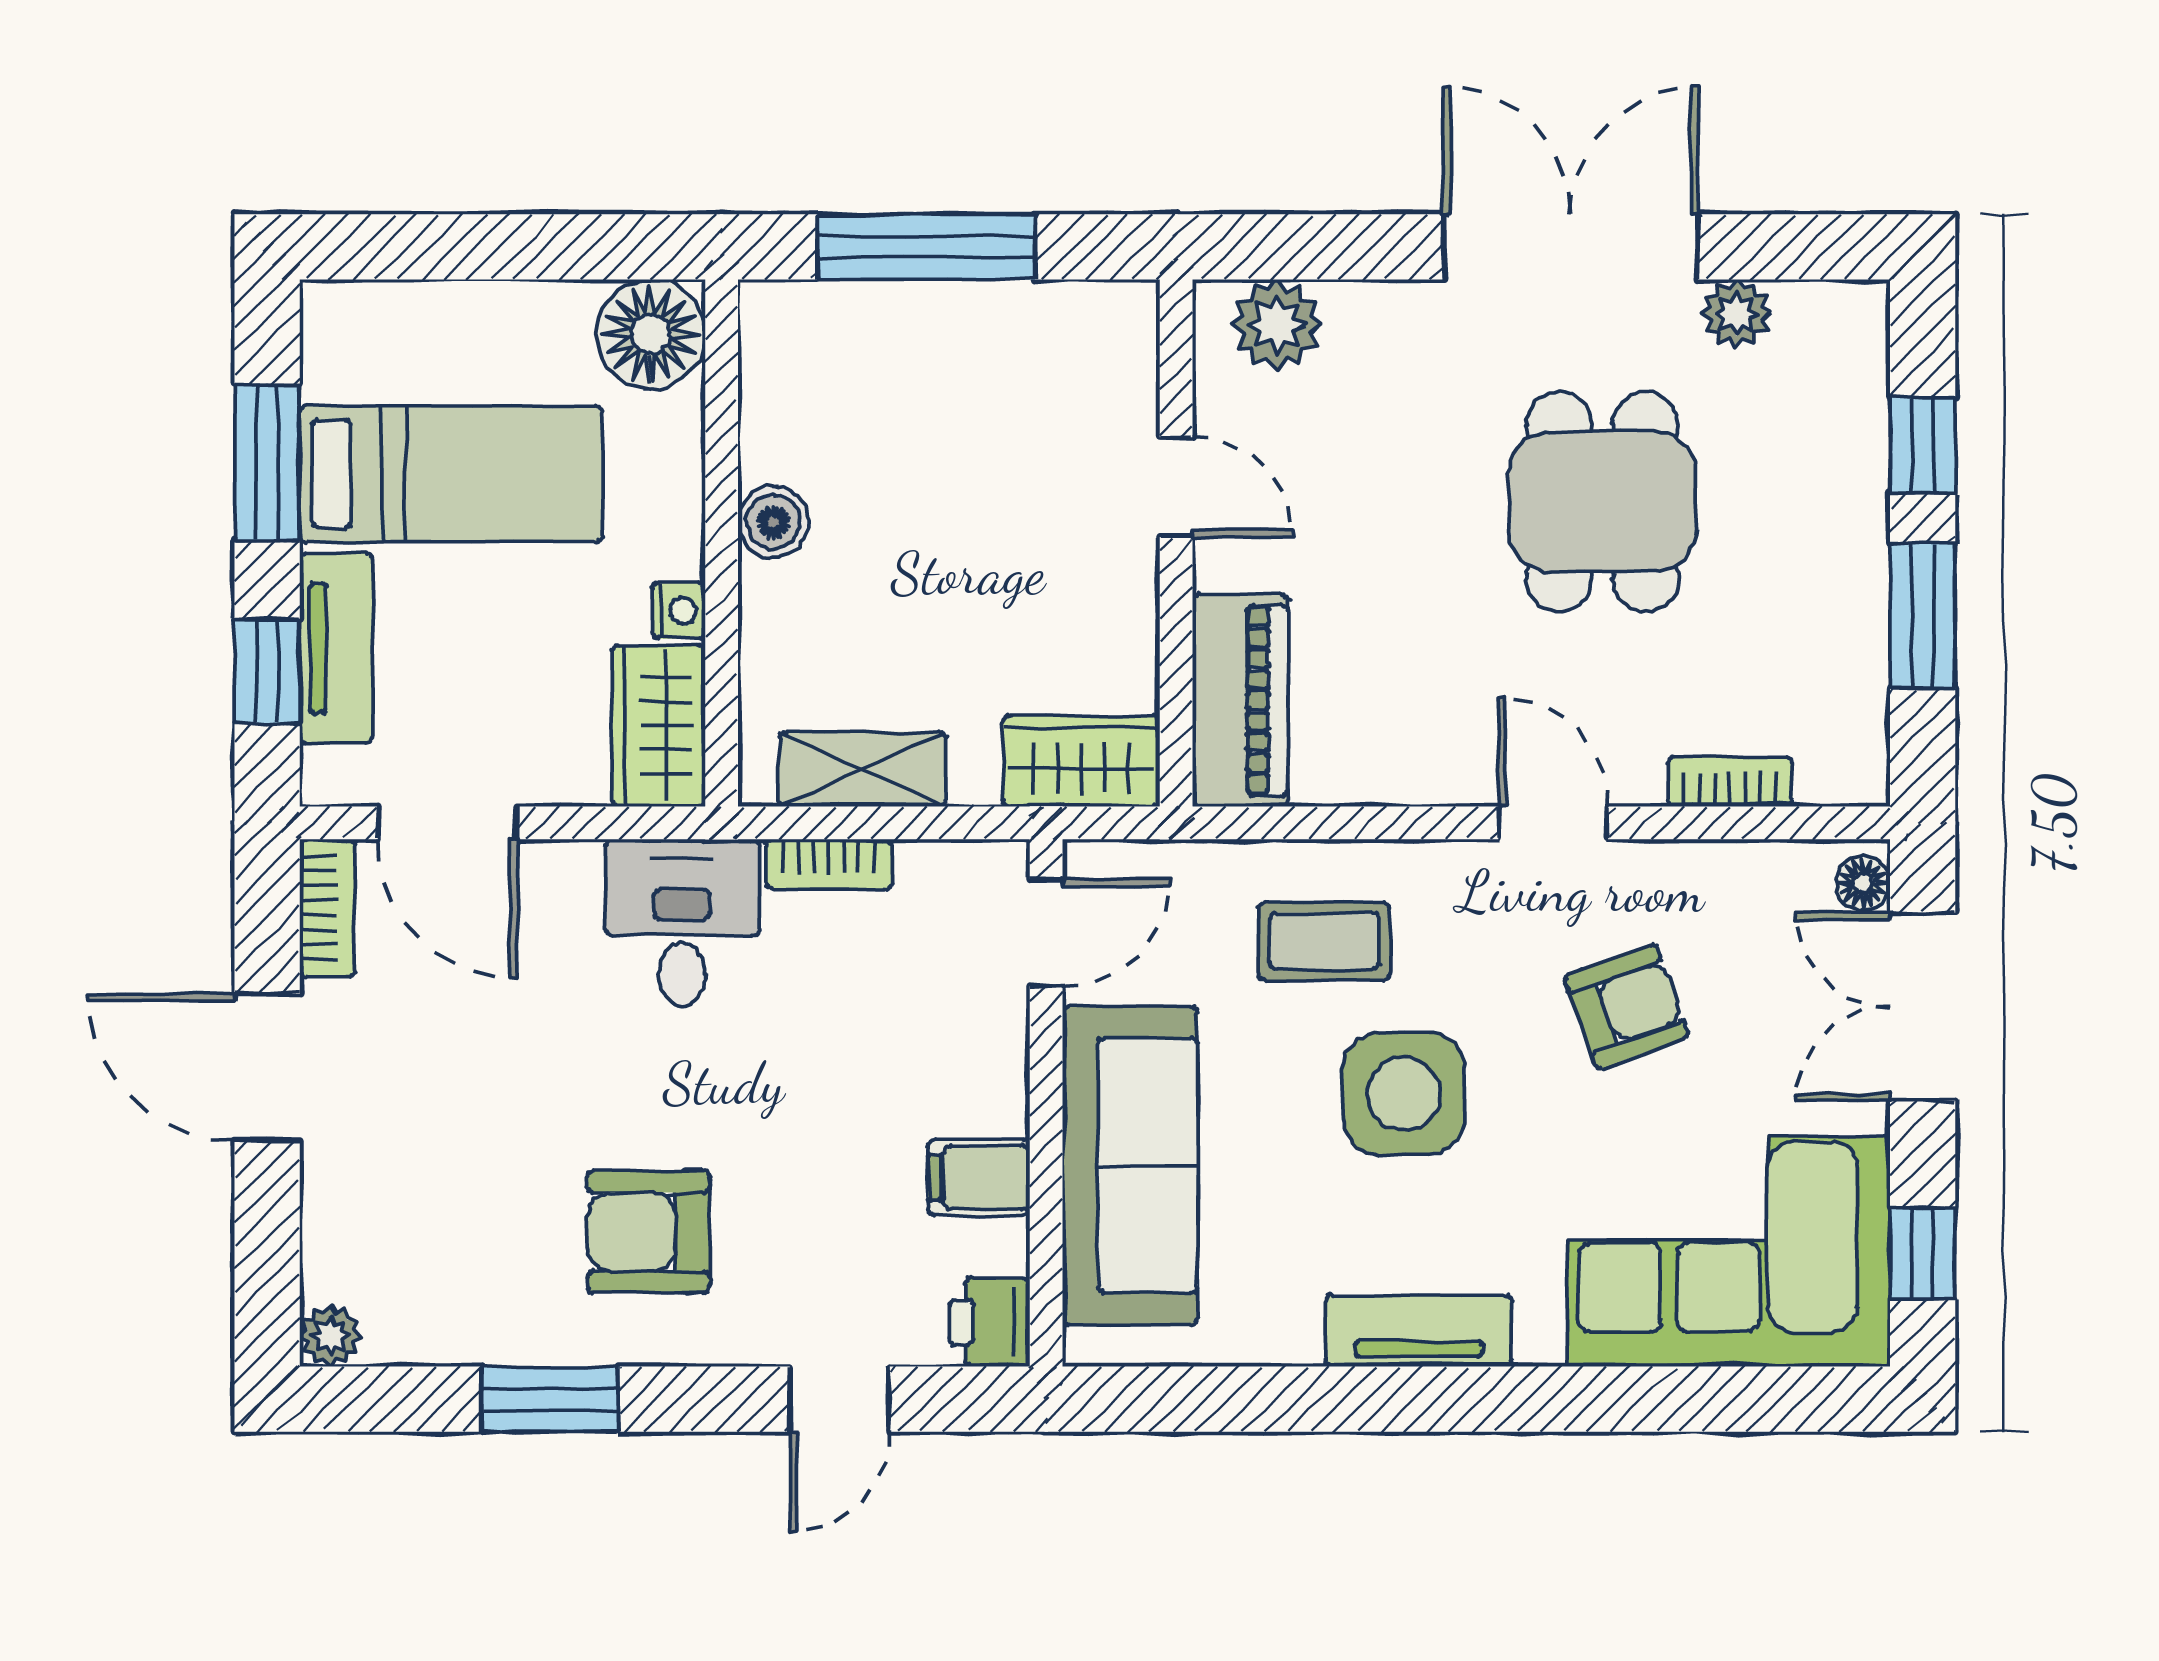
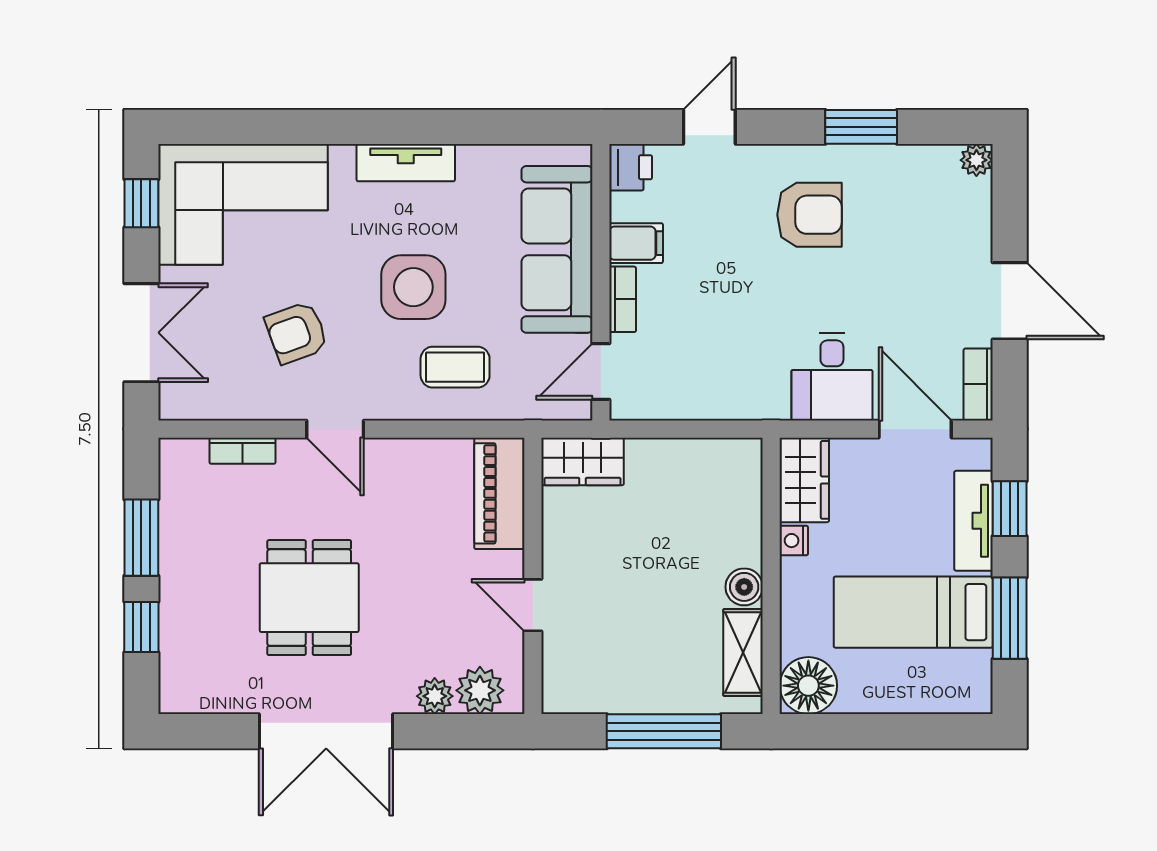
plant: (1736, 314) -> (435, 696), moved
shelving: (862, 769) -> (743, 653), moved, turned 90
bookcase: (829, 864) -> (623, 299), moved, turned 90
floor lamp: (1863, 883) -> (173, 398), removed
desk: (682, 922) -> (832, 377), moved

